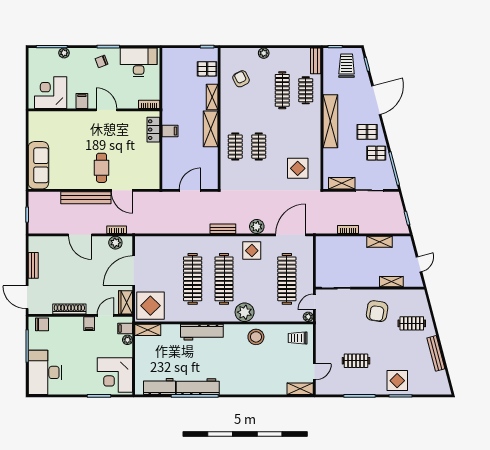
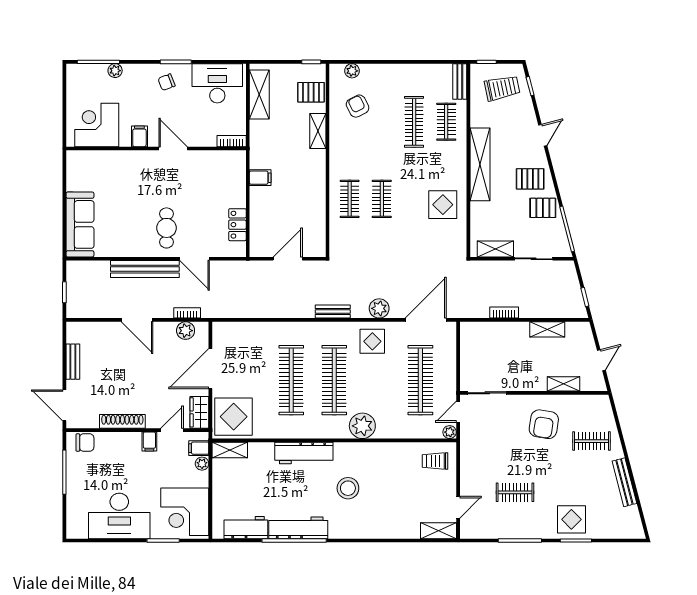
plant: (264, 53) -> (352, 71), moved
trolley: (347, 66) -> (502, 88), turned 78
door: (376, 100) -> (543, 135), width x0.53
shelving: (211, 129) -> (259, 94), moved
locker: (153, 130) -> (237, 225), moved
display table: (298, 168) -> (443, 205), moved
stool: (256, 337) -> (348, 488), moved
desk: (45, 372) -> (119, 516), moved, turned -90

